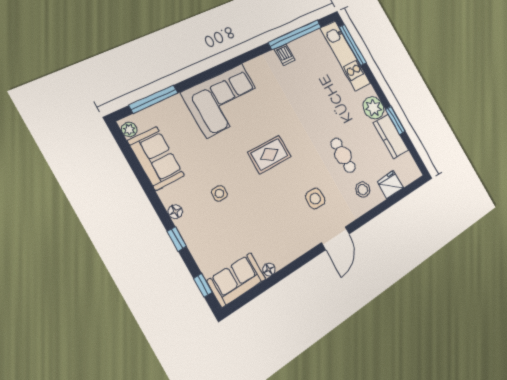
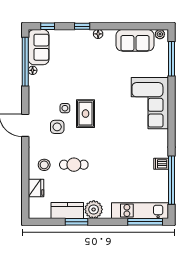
rug: (269, 154) -> (86, 114), moved
side table: (219, 193) -> (65, 108), moved
window: (264, 286) -> (25, 62), added

